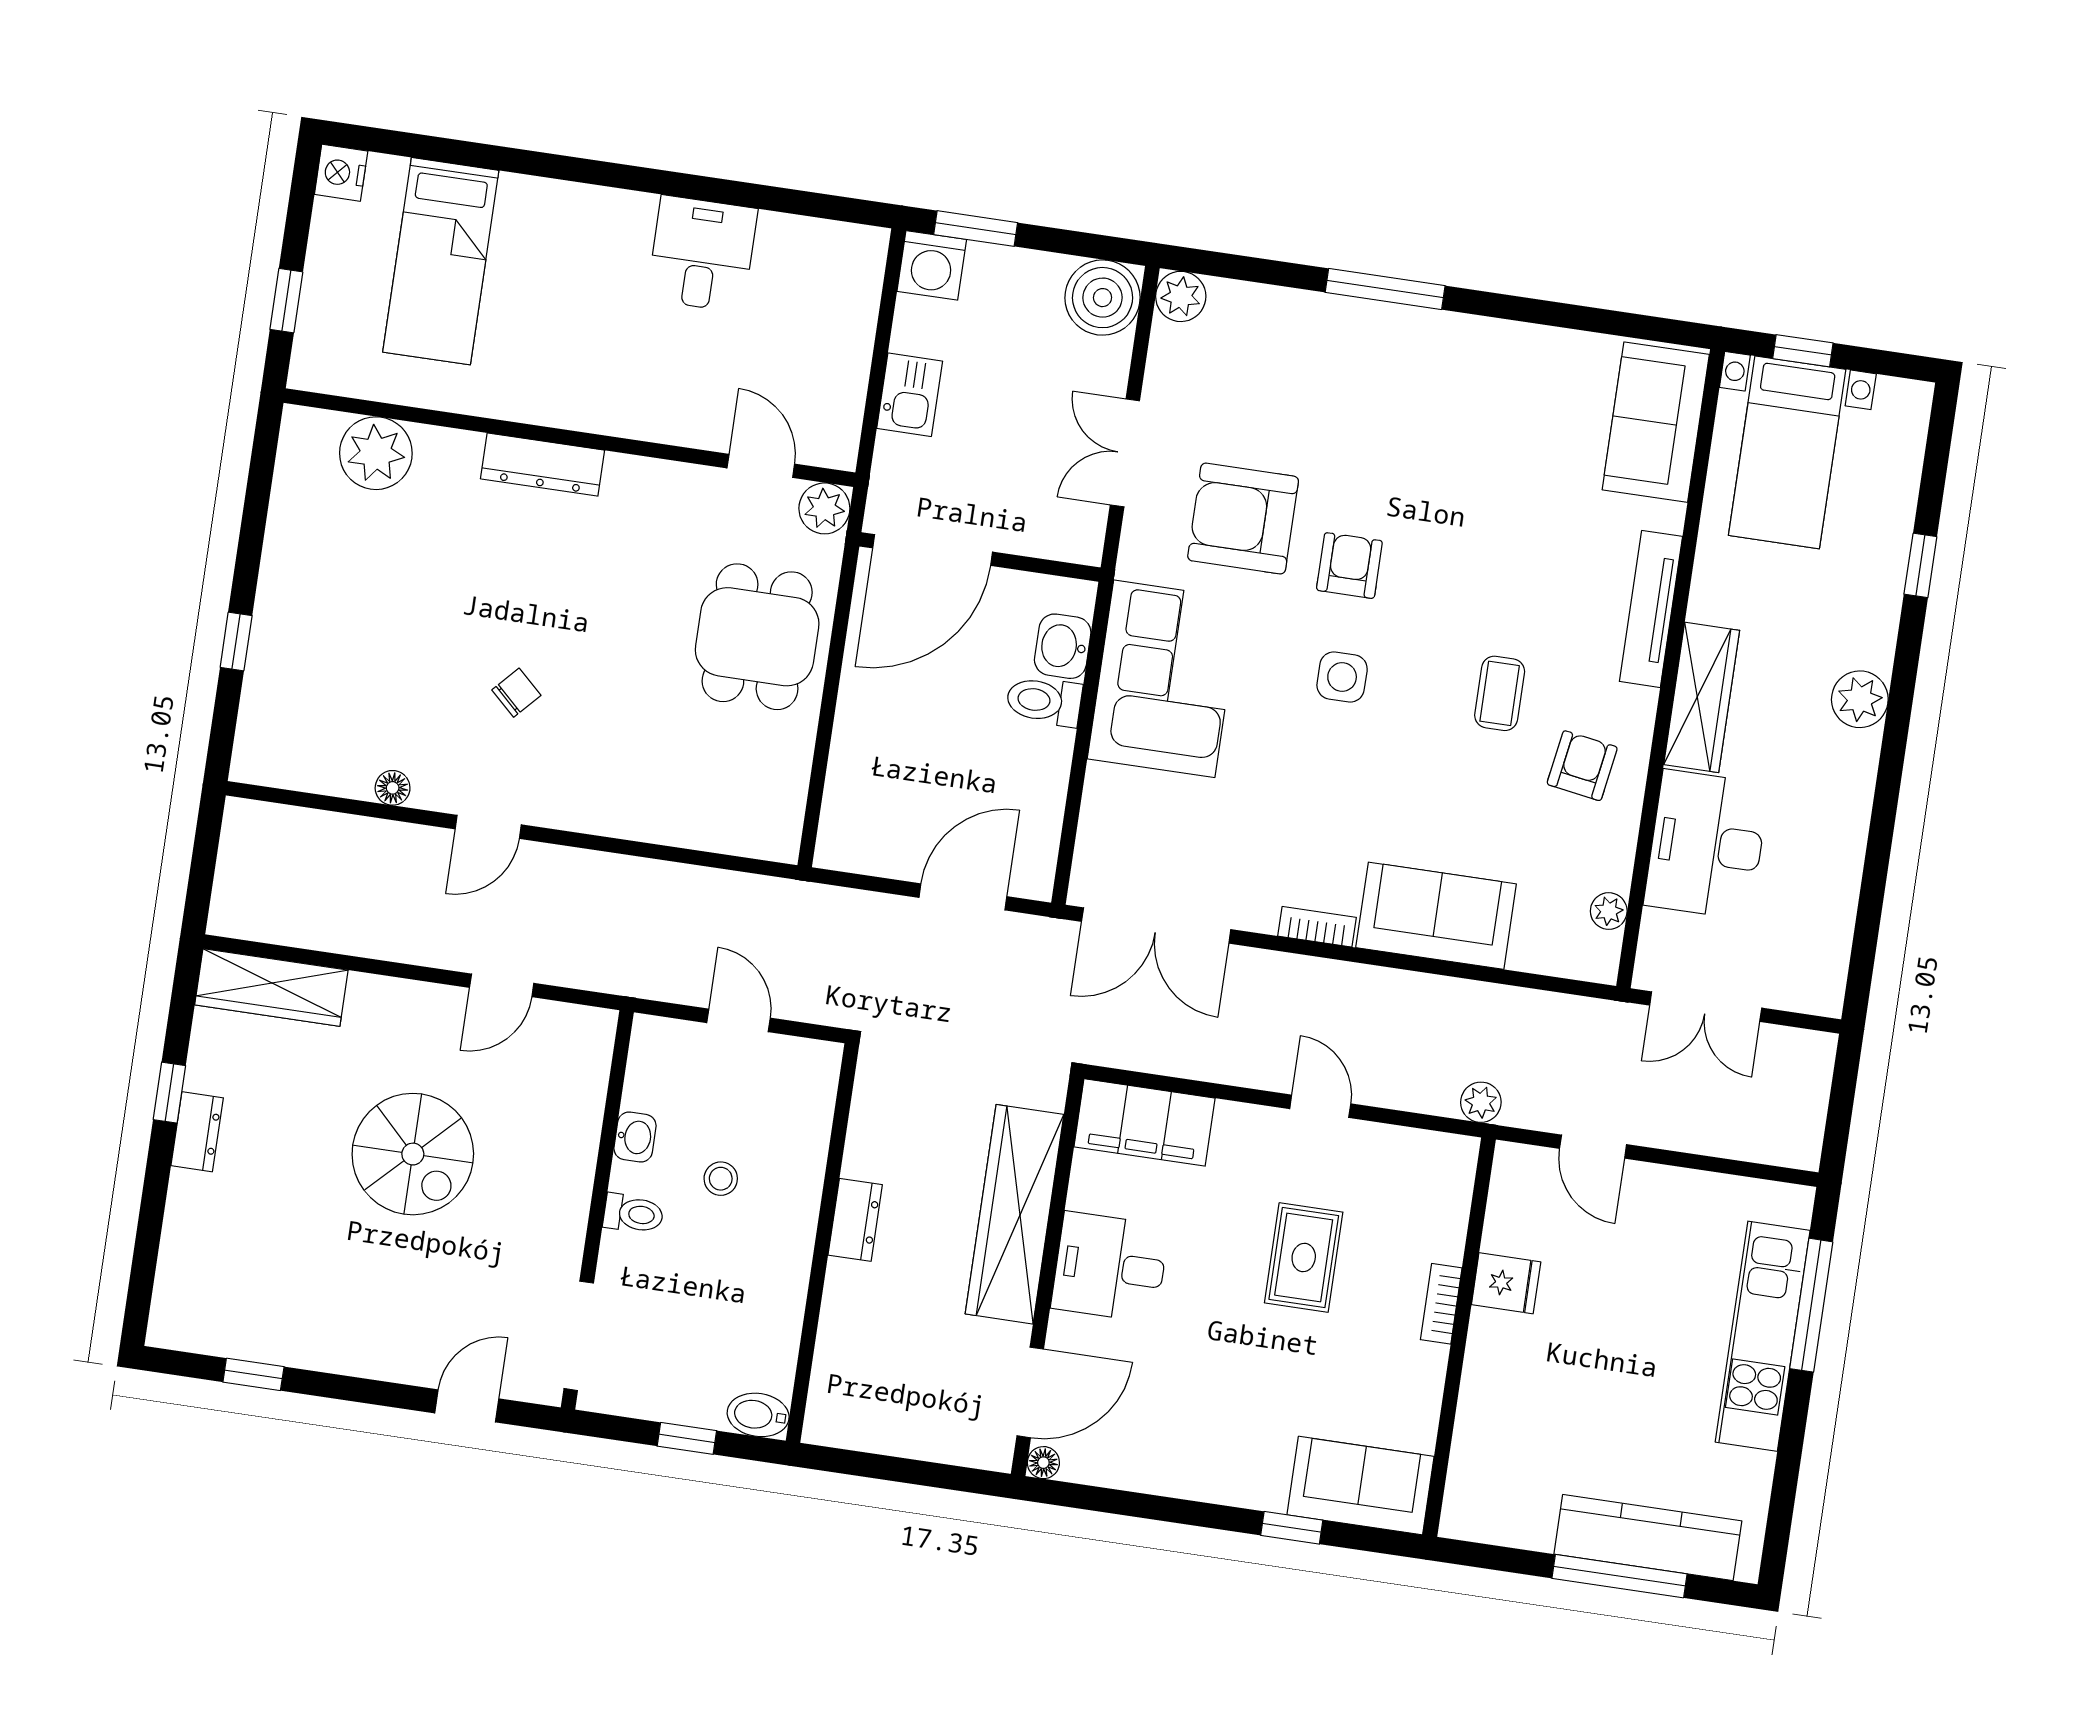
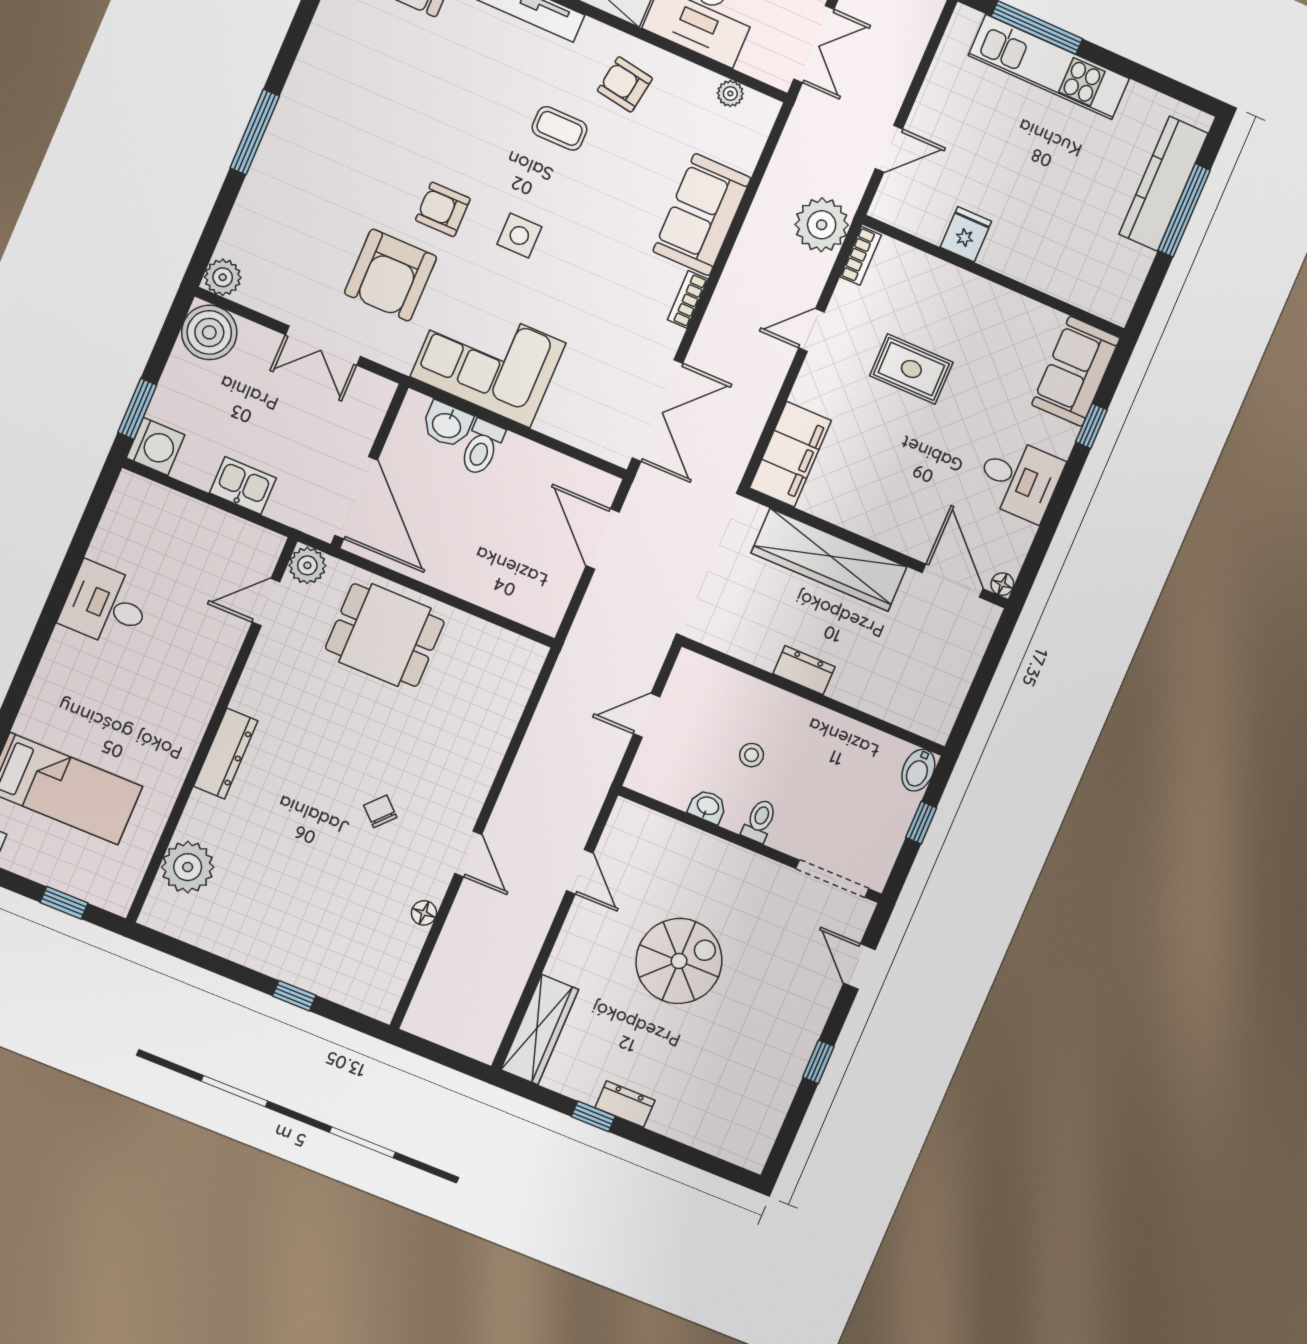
plant: (1481, 1102) -> (822, 225), width x1.88, depth x1.88
desk: (1110, 1267) -> (1019, 479), moved, turned -90
bookcase: (1441, 1304) -> (861, 256), moved, turned -90
window: (253, 1374) -> (818, 1062), moved

